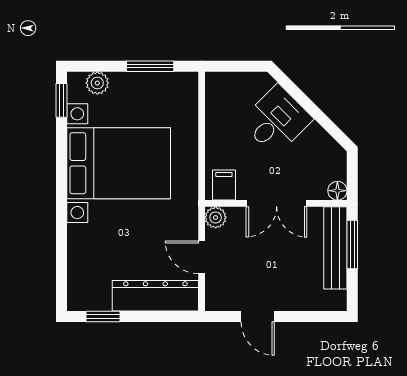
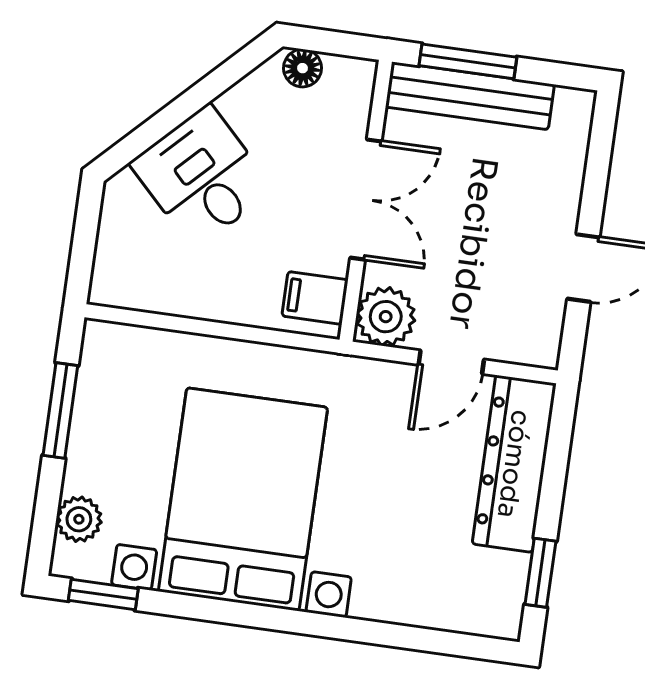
floor lamp: (337, 191) -> (303, 68), moved
plant: (216, 217) -> (386, 317), width x1.38, depth x1.38

